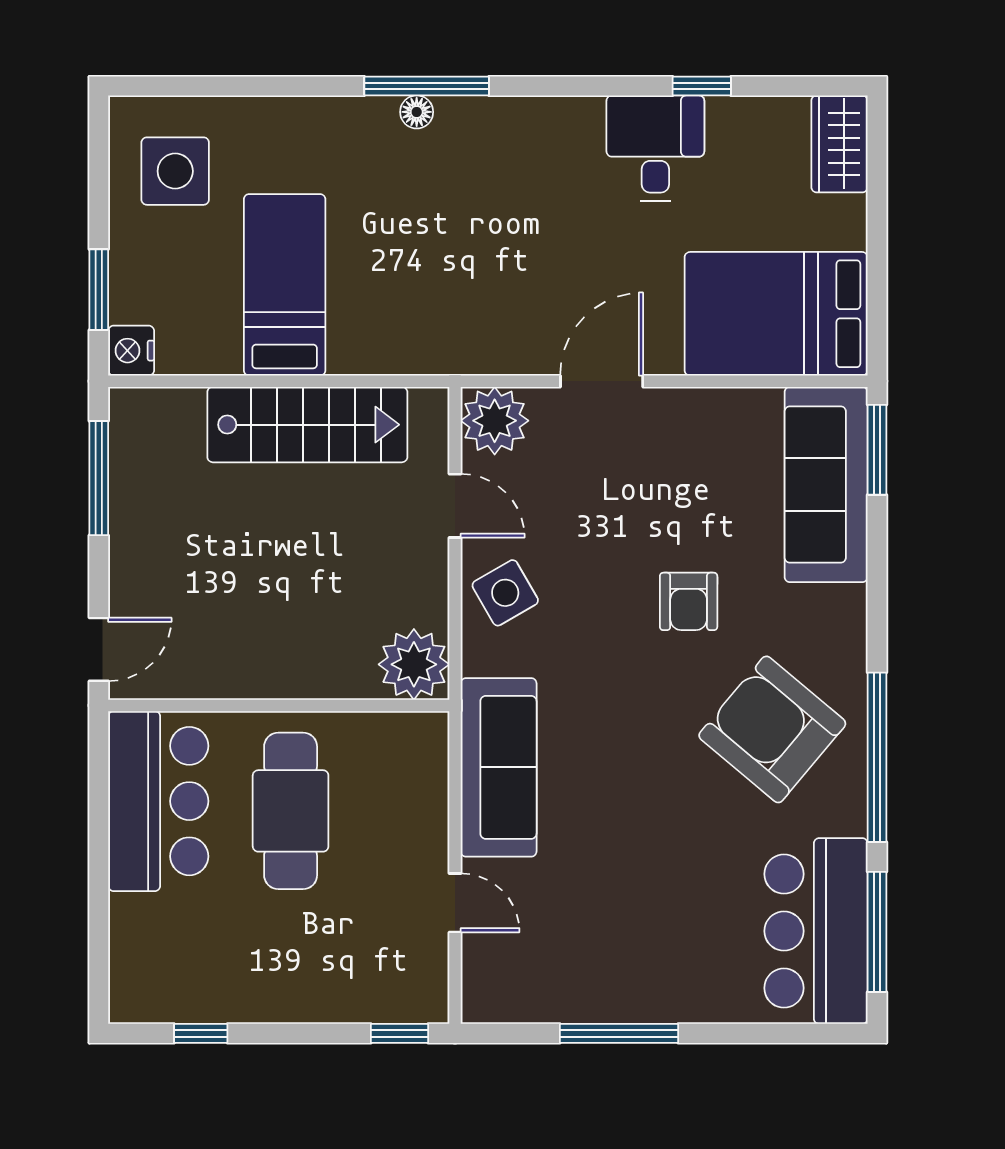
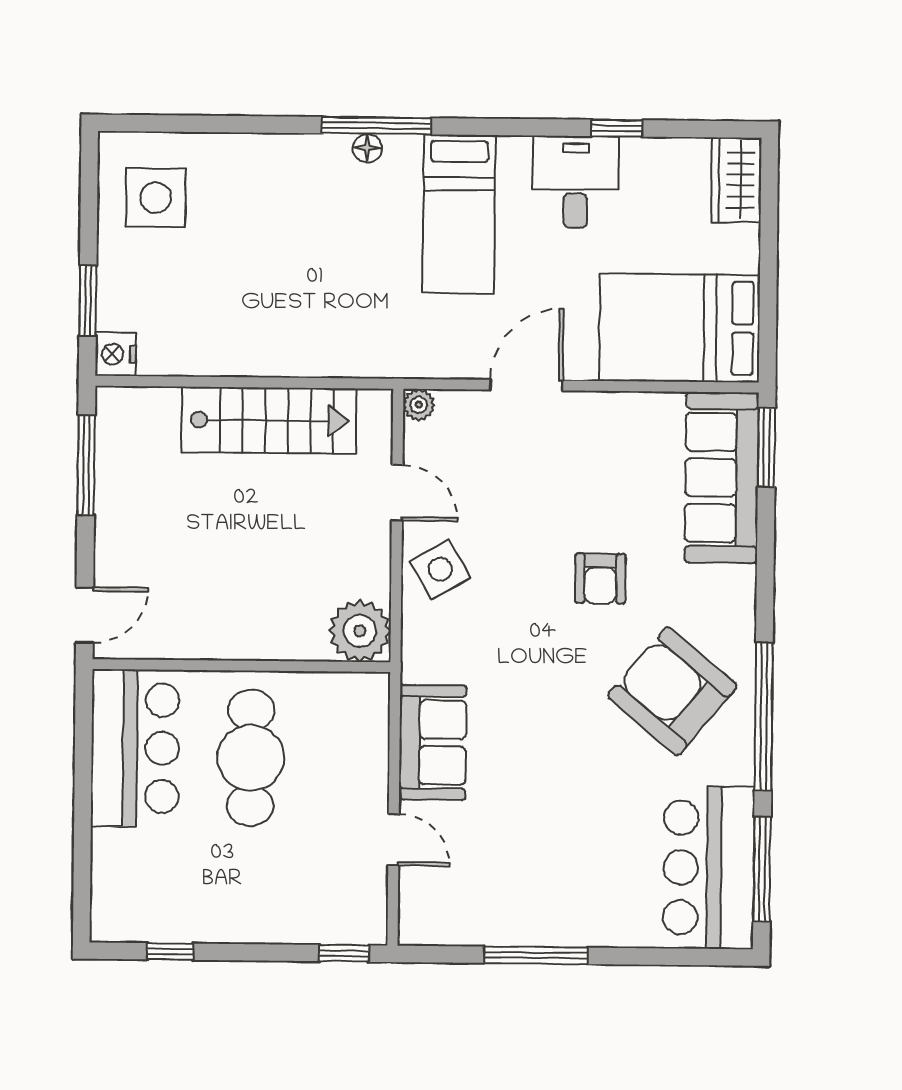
bed: (285, 285) -> (459, 214), moved, turned 180
plant: (495, 421) -> (419, 405), width x0.53, depth x0.53
sofa: (499, 767) -> (433, 742), width x0.73

